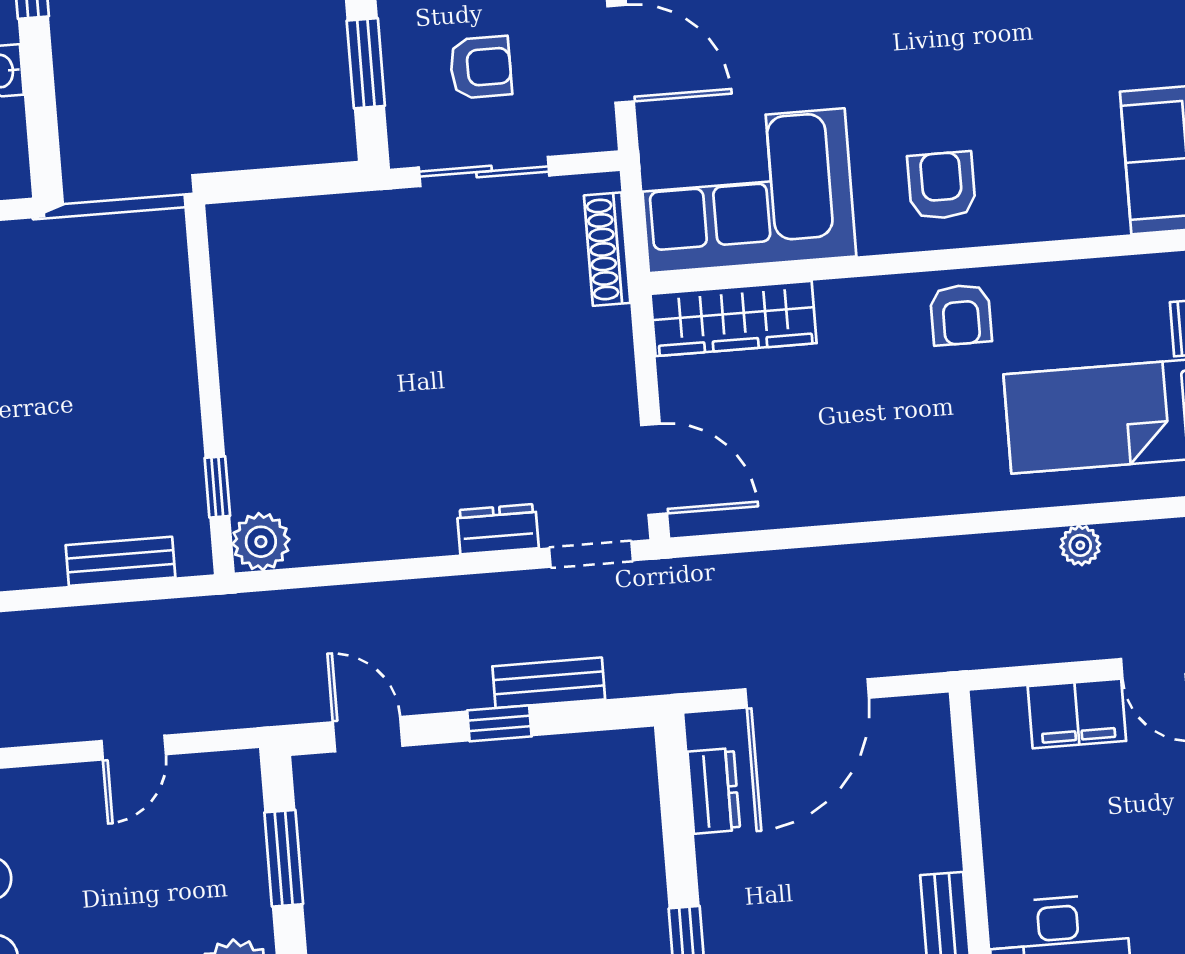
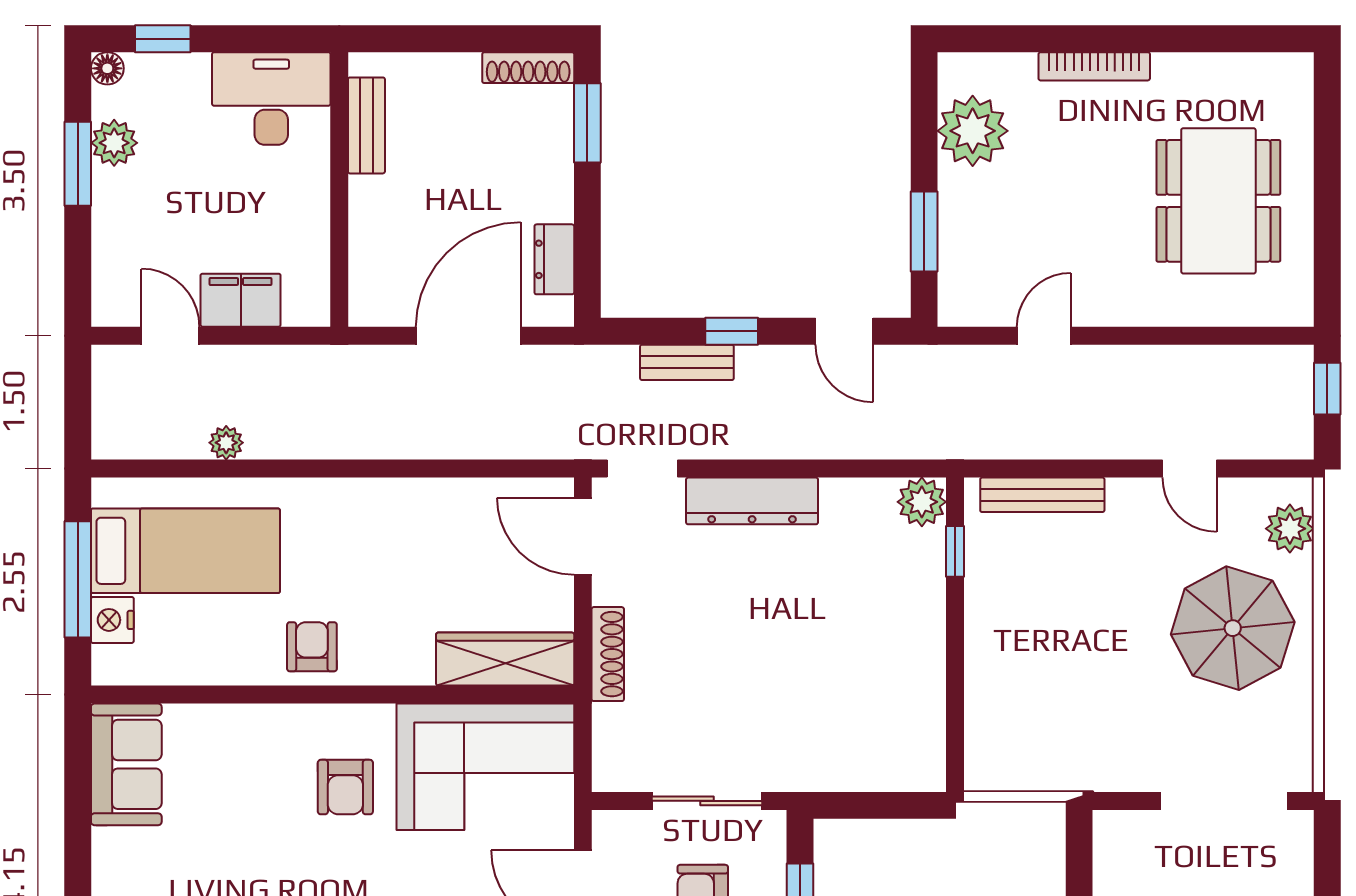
armchair: (942, 186) -> (345, 787), moved
shoe rack: (607, 249) -> (608, 654), moved
dresser: (498, 529) -> (752, 501), width x1.96, depth x1.24
bench: (121, 561) -> (1042, 495), width x1.36

